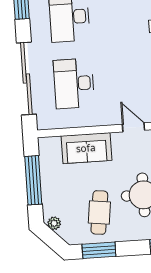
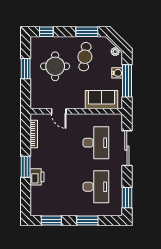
sliding door: (26, 79) -> (127, 148), width x0.73
sofa: (86, 148) -> (102, 100), moved
water cooler: (49, 191) -> (117, 73), added

